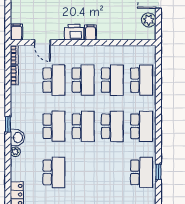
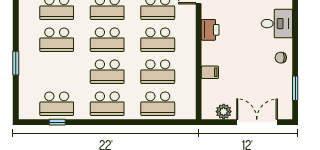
filing cabinet: (90, 32) -> (210, 72), moved
school desk: (83, 172) -> (57, 40), added

